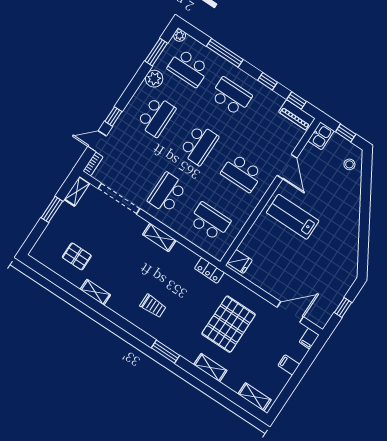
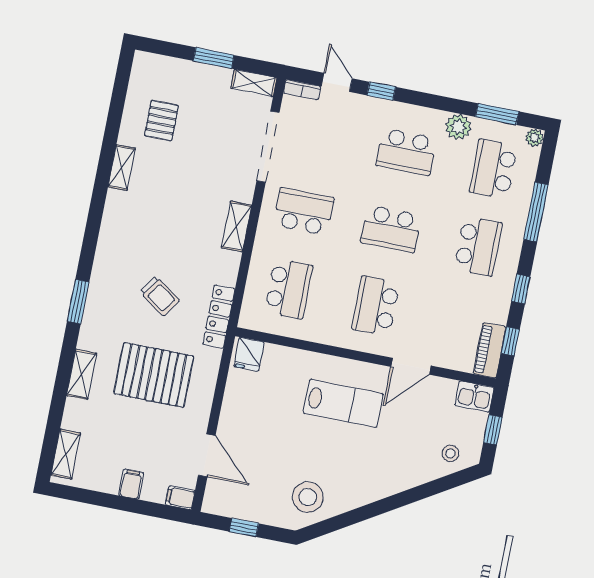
lab bench: (293, 217) -> (343, 403), turned 90
stool: (340, 261) -> (308, 497), added
locker: (209, 270) -> (219, 317), width x1.53
trolley: (153, 306) -> (160, 296), moved, turned -55

